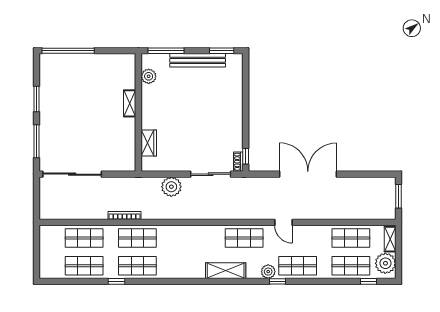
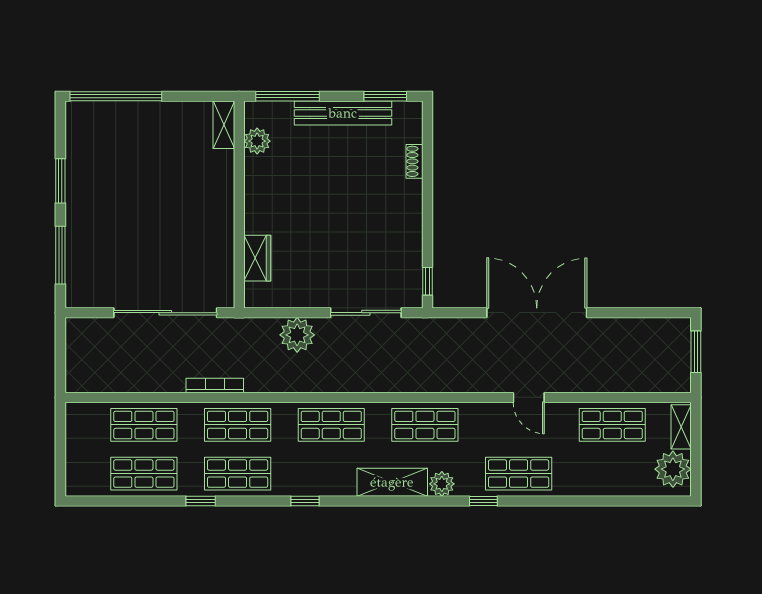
shelving: (130, 103) -> (224, 125), moved
shoe rack: (238, 162) -> (415, 161), moved
sliding door: (72, 174) -> (165, 313), moved
door: (283, 222) -> (529, 397), moved
shop shelf: (351, 266) -> (331, 425), moved
plant: (268, 272) -> (442, 484), moved
window: (369, 281) -> (305, 501), moved

